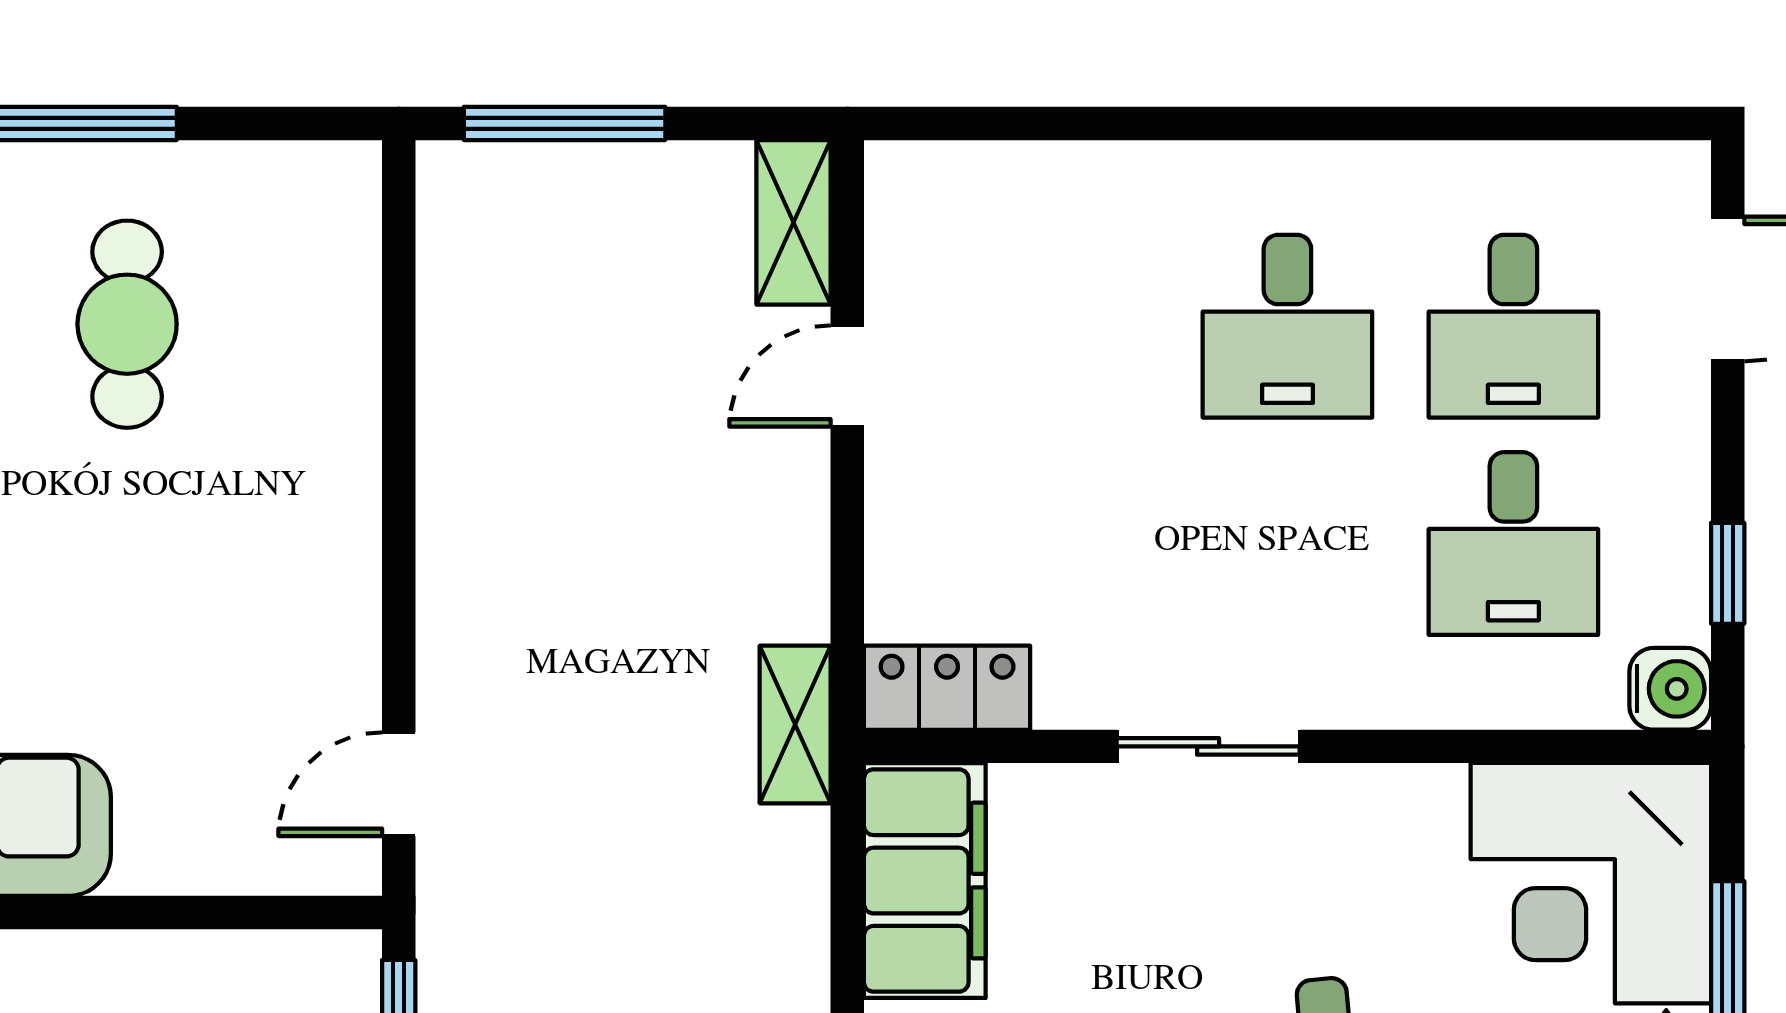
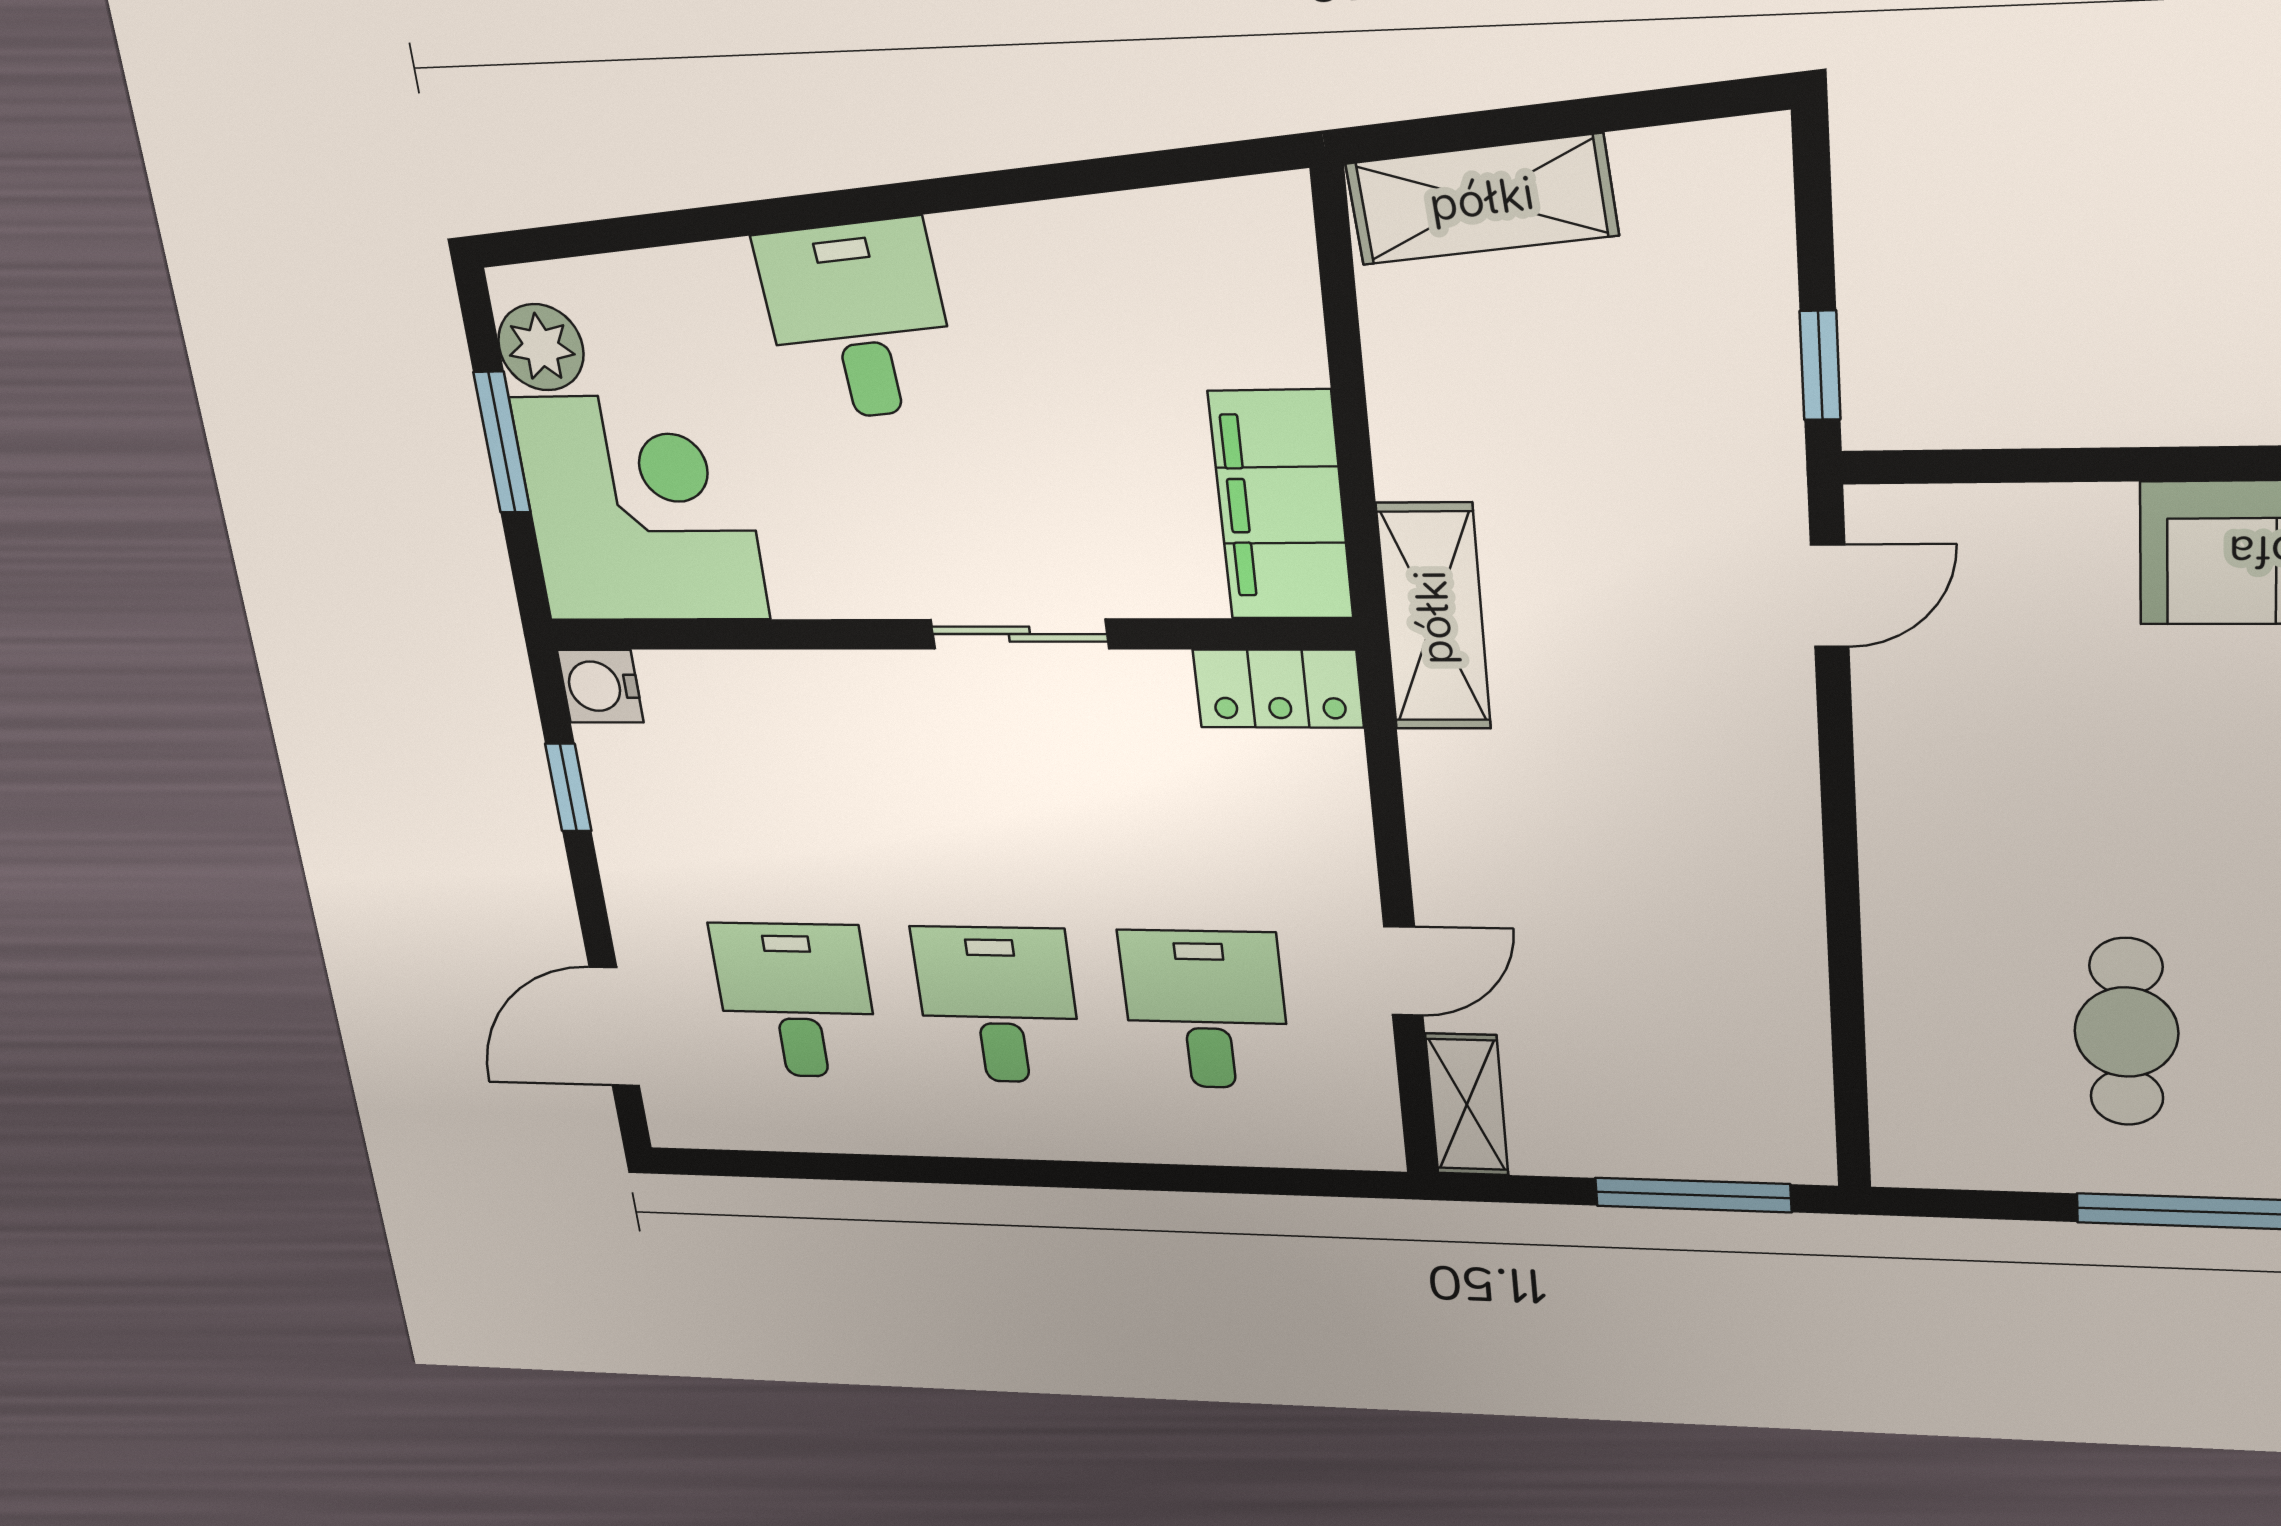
desk: (1513, 544) -> (1205, 1010), moved
shelving: (795, 725) -> (1434, 617), width x1.50, depth x1.33

